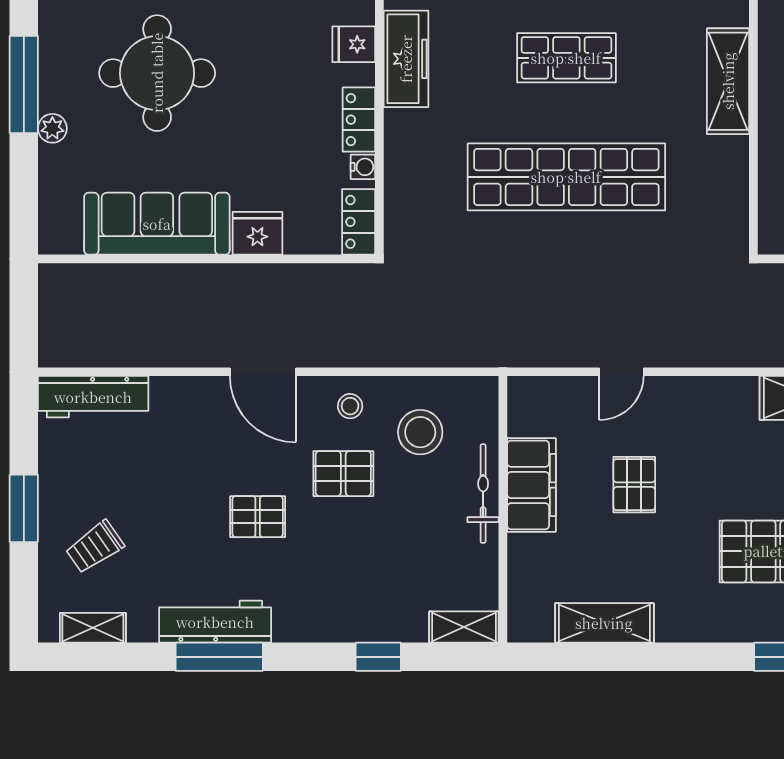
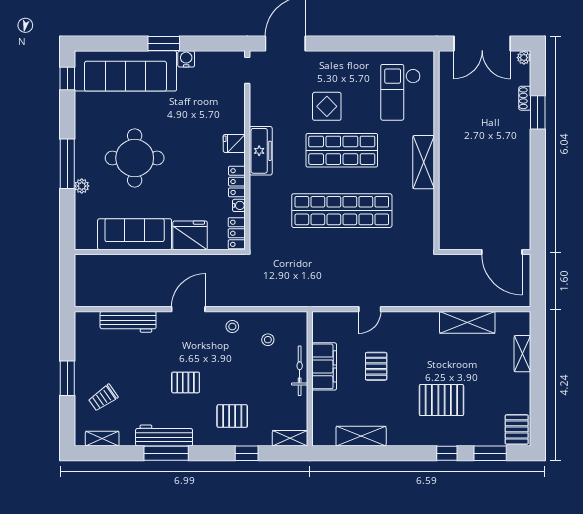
shop shelf: (566, 58) -> (342, 150), width x1.43, depth x1.36
fridge: (257, 233) -> (190, 235), width x1.36, depth x1.34
door: (263, 372) -> (188, 309), swing flipped
workbench: (93, 397) -> (128, 322), moved
stool: (420, 432) -> (268, 340), width x0.53, depth x0.53
pallet: (343, 474) -> (232, 416), moved

